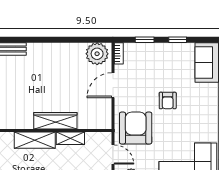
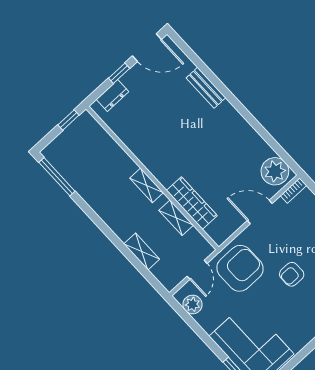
wardrobe: (55, 121) -> (192, 203), moved
shelving: (35, 140) -> (146, 185), width x0.67, depth x0.75

